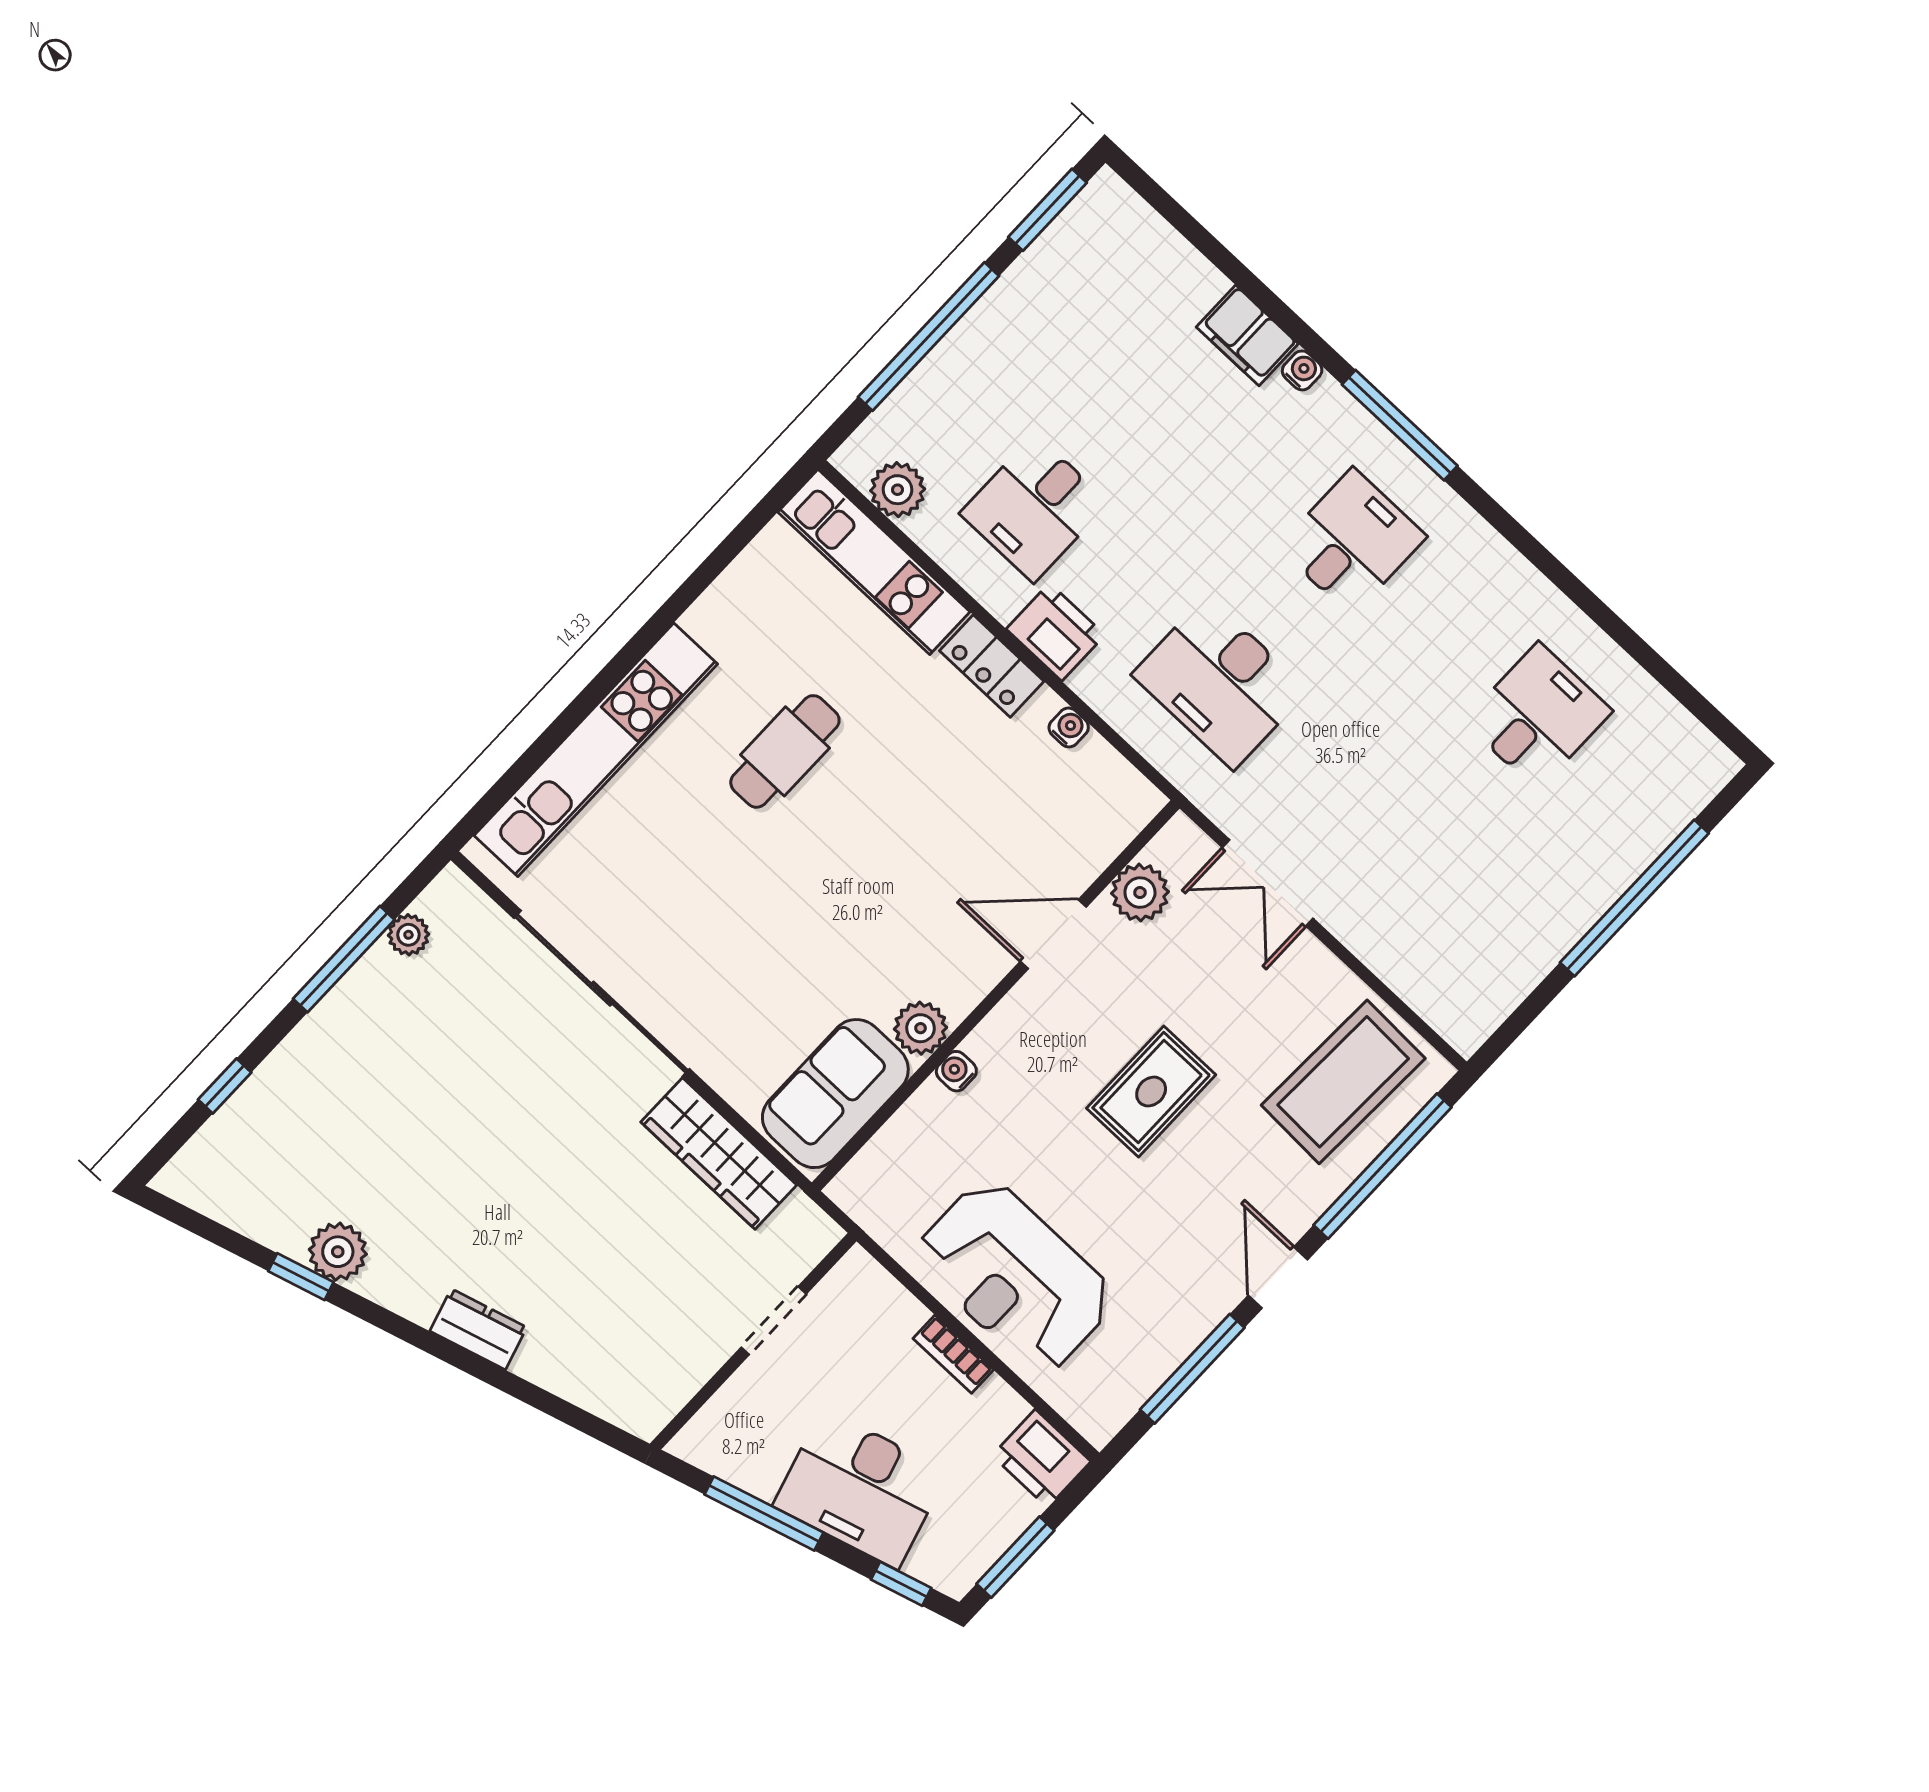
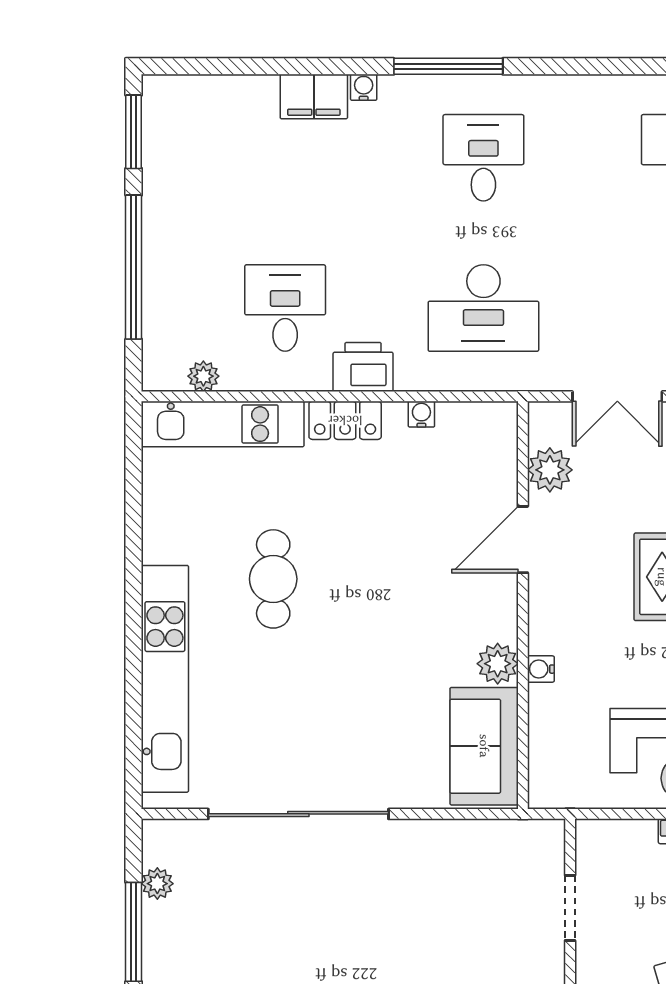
plant: (898, 490) -> (203, 376), width x0.73, depth x0.73
desk: (1034, 508) -> (285, 308), turned 180
wardrobe: (719, 1153) -> (450, 842), removed

